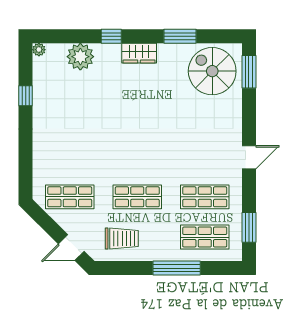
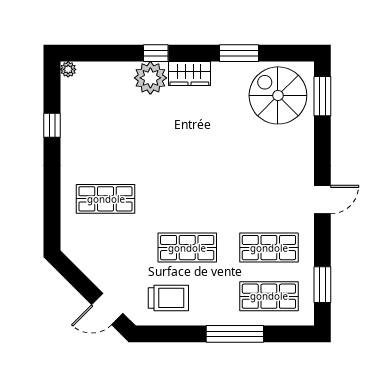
plant: (80, 57) -> (150, 78), moved
shop shelf: (70, 197) -> (106, 199), moved

